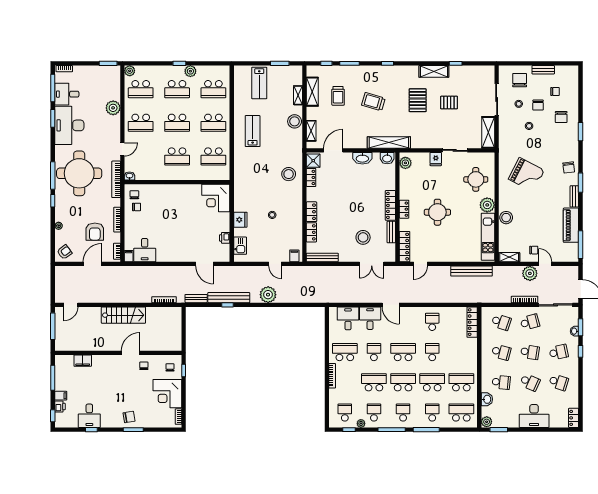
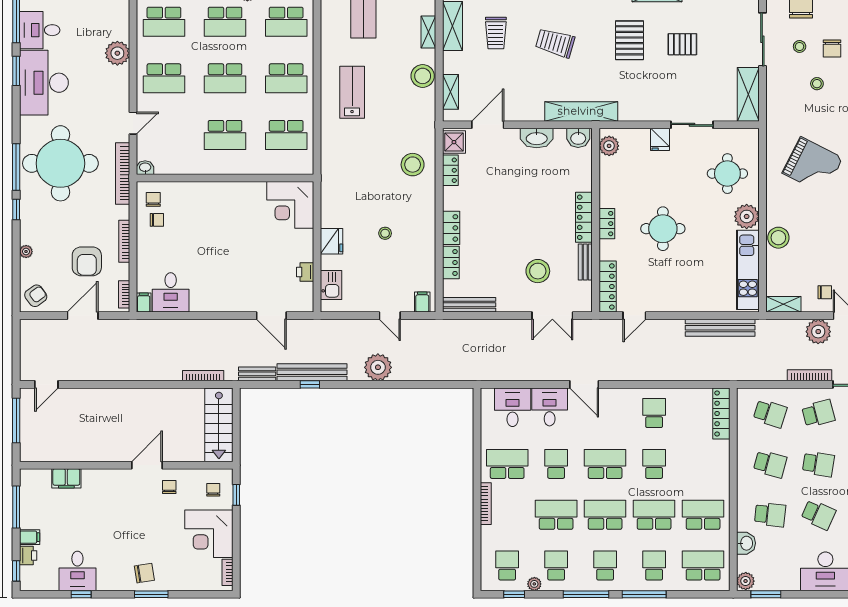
stairs: (123, 315) -> (219, 425), moved, turned 90

